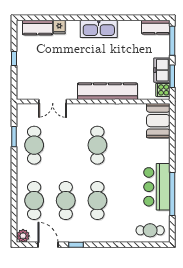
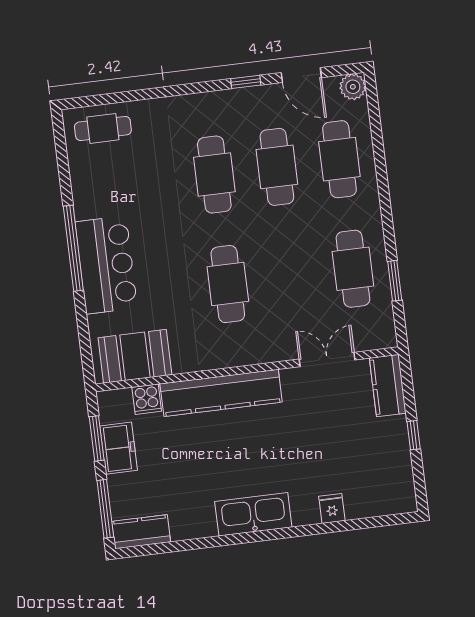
kitchen counter: (38, 28) -> (388, 386), moved, turned -90
cooker: (163, 90) -> (147, 399), moved, turned 90
booth: (158, 121) -> (135, 356), moved, turned 90
bar counter: (157, 187) -> (106, 265), moved
window: (172, 194) -> (73, 248), moved

